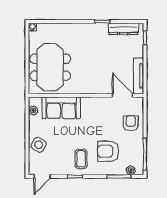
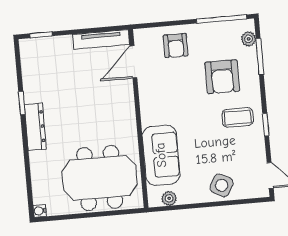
dresser: (123, 29) -> (35, 127), moved
armchair: (131, 123) -> (176, 46), turned -90

